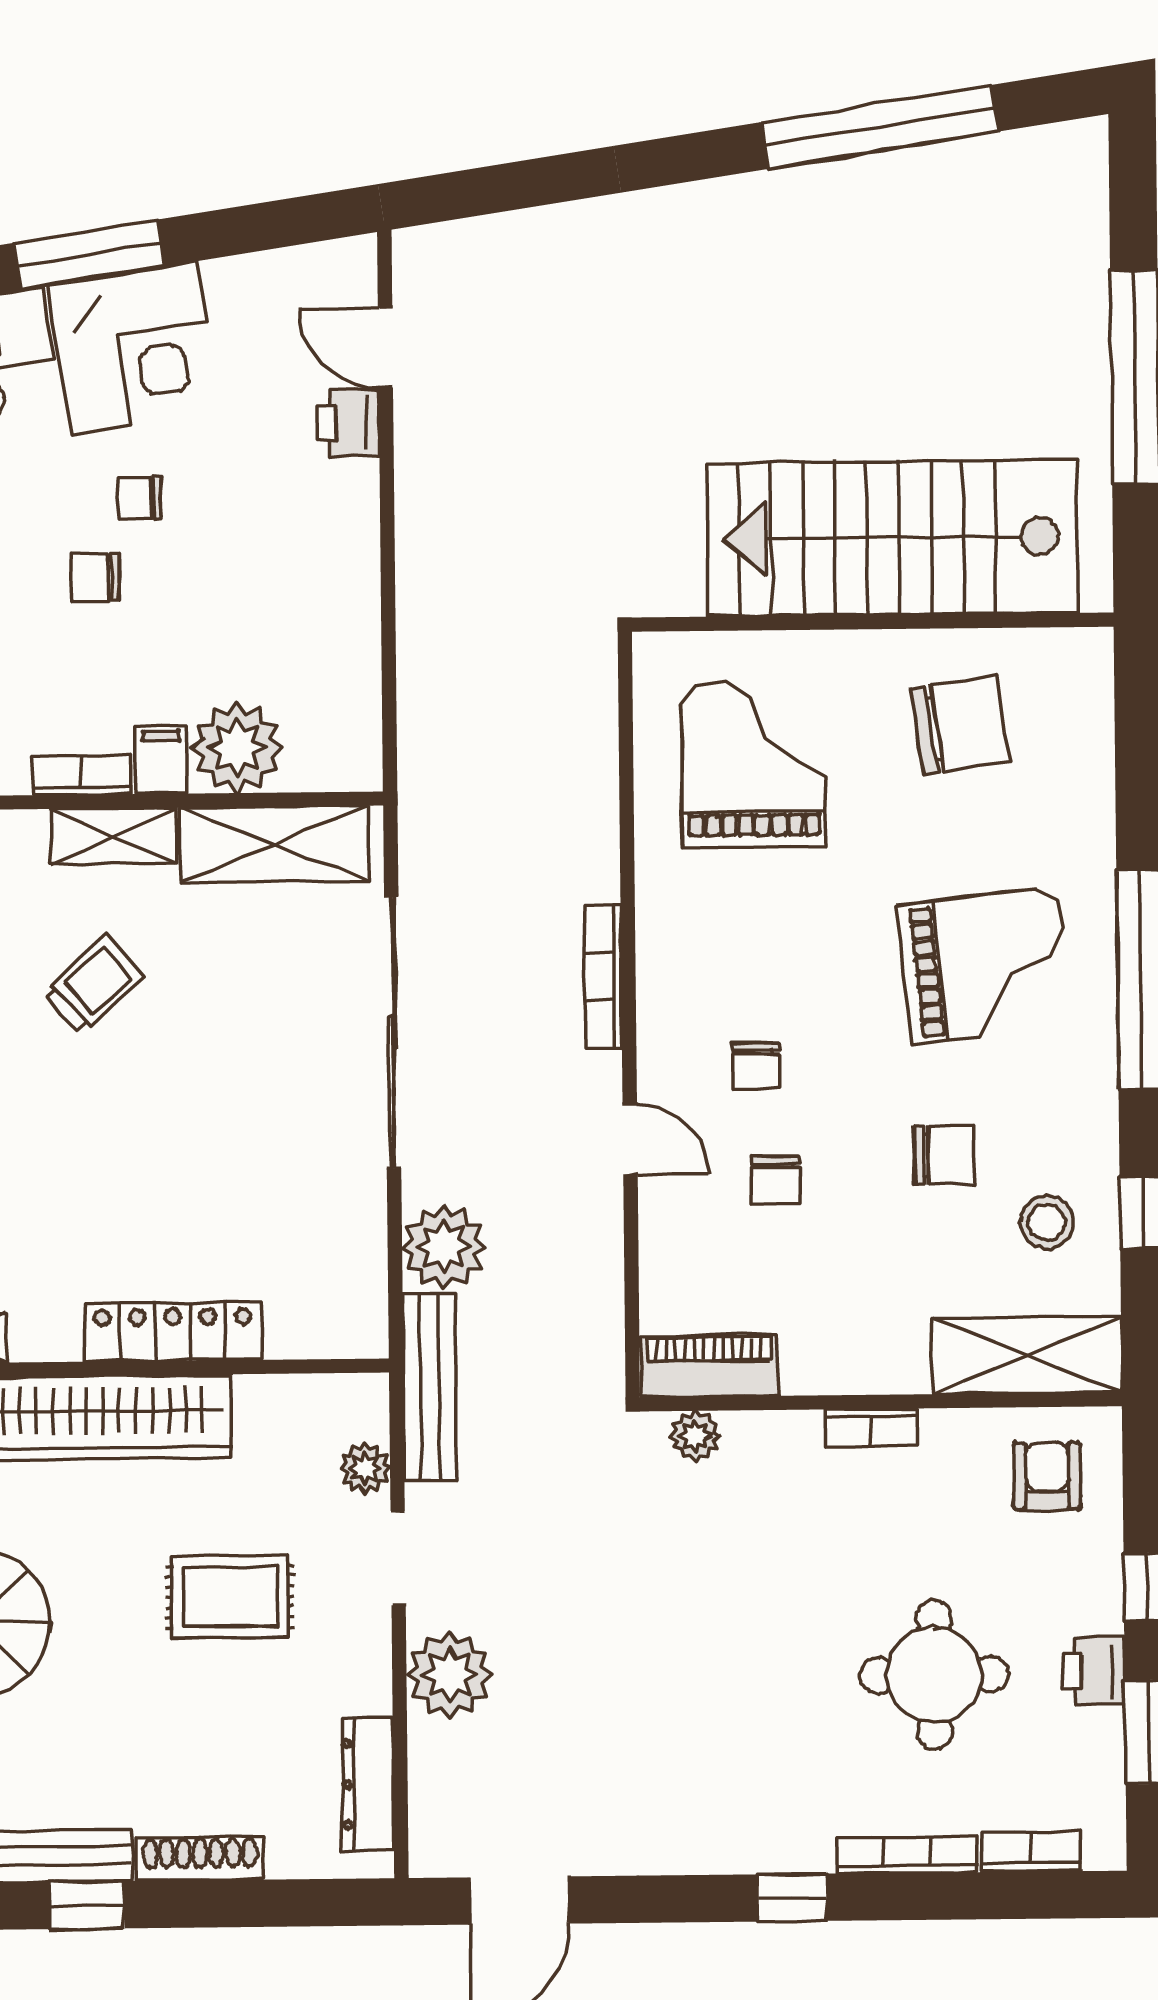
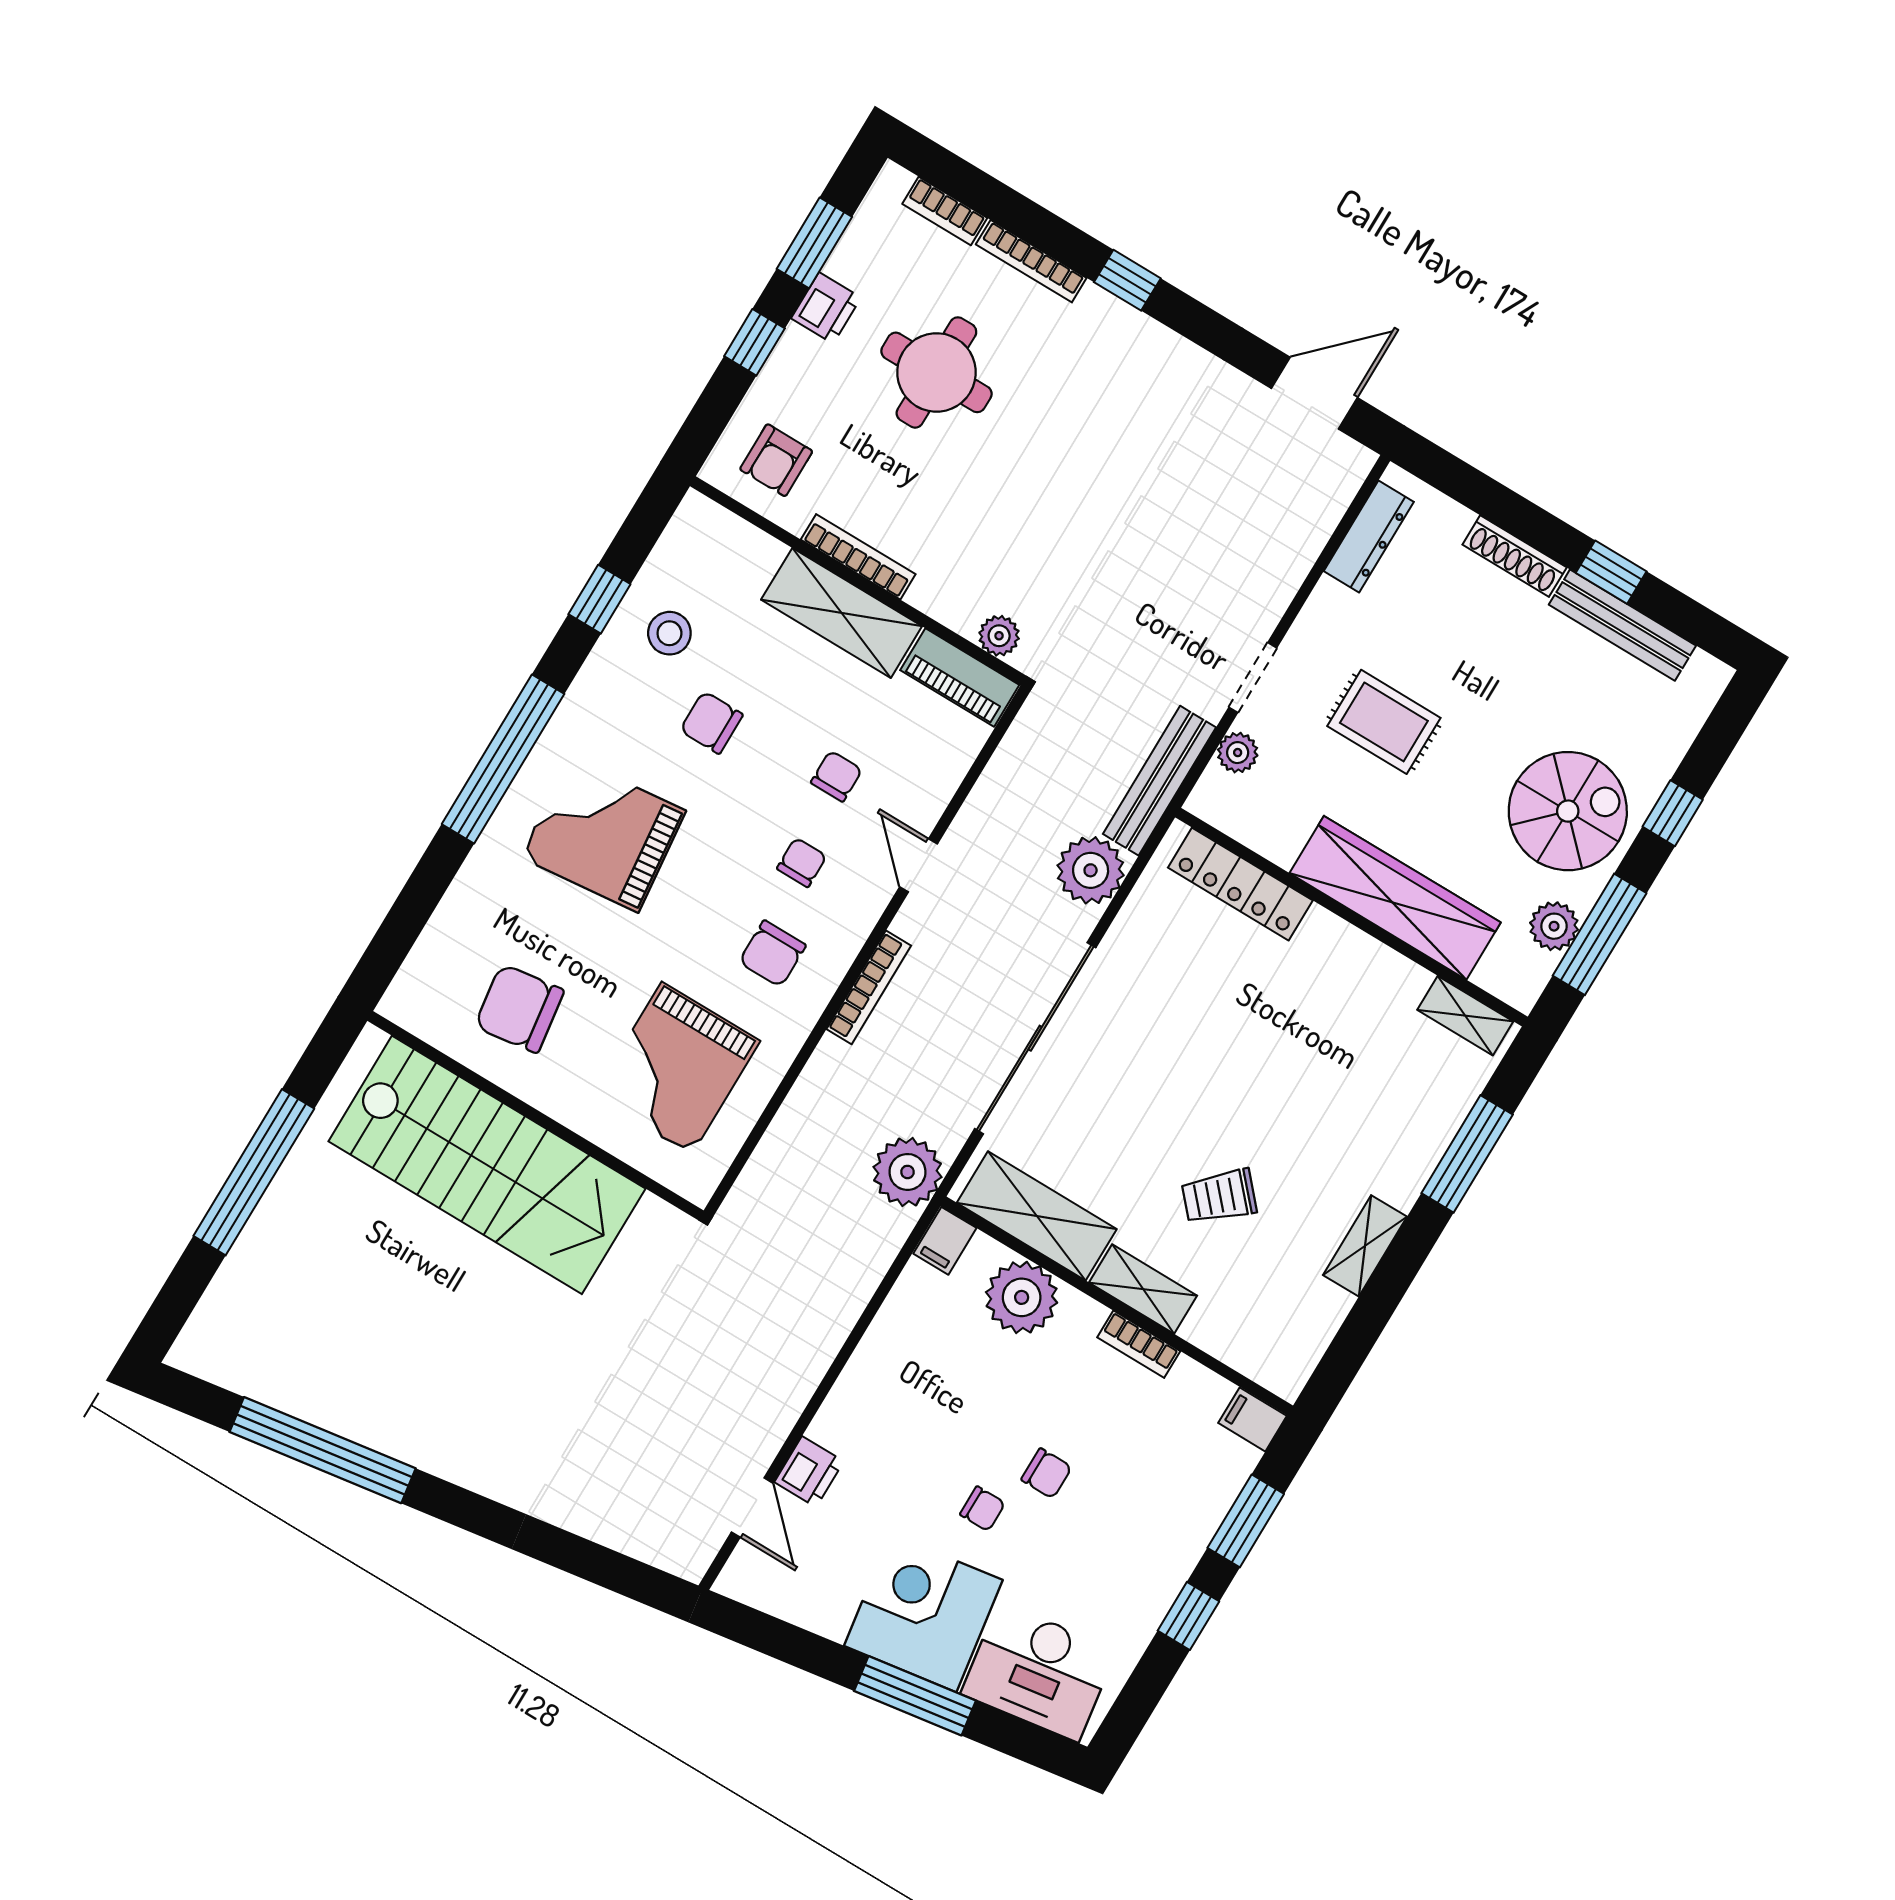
filing cabinet: (161, 760) -> (945, 1241), moved
chair: (727, 949) -> (772, 954), added
locker: (173, 1332) -> (1240, 884), moved
shelving: (1027, 1355) -> (842, 613), moved
bookcase: (870, 1428) -> (858, 557), width x1.56
plant: (450, 1675) -> (907, 1172), moved

